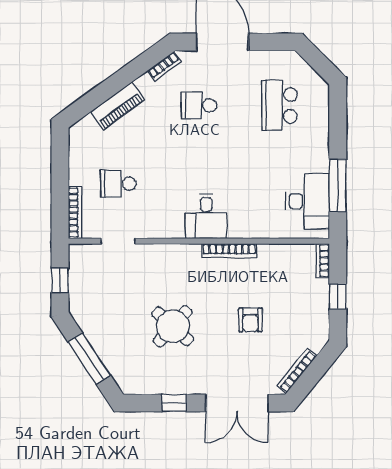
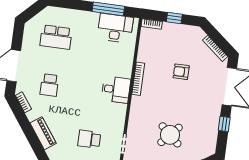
school desk: (118, 184) -> (89, 139), turned 90
armchair: (250, 320) -> (181, 72), turned 180
round table: (173, 326) -> (170, 135), moved

